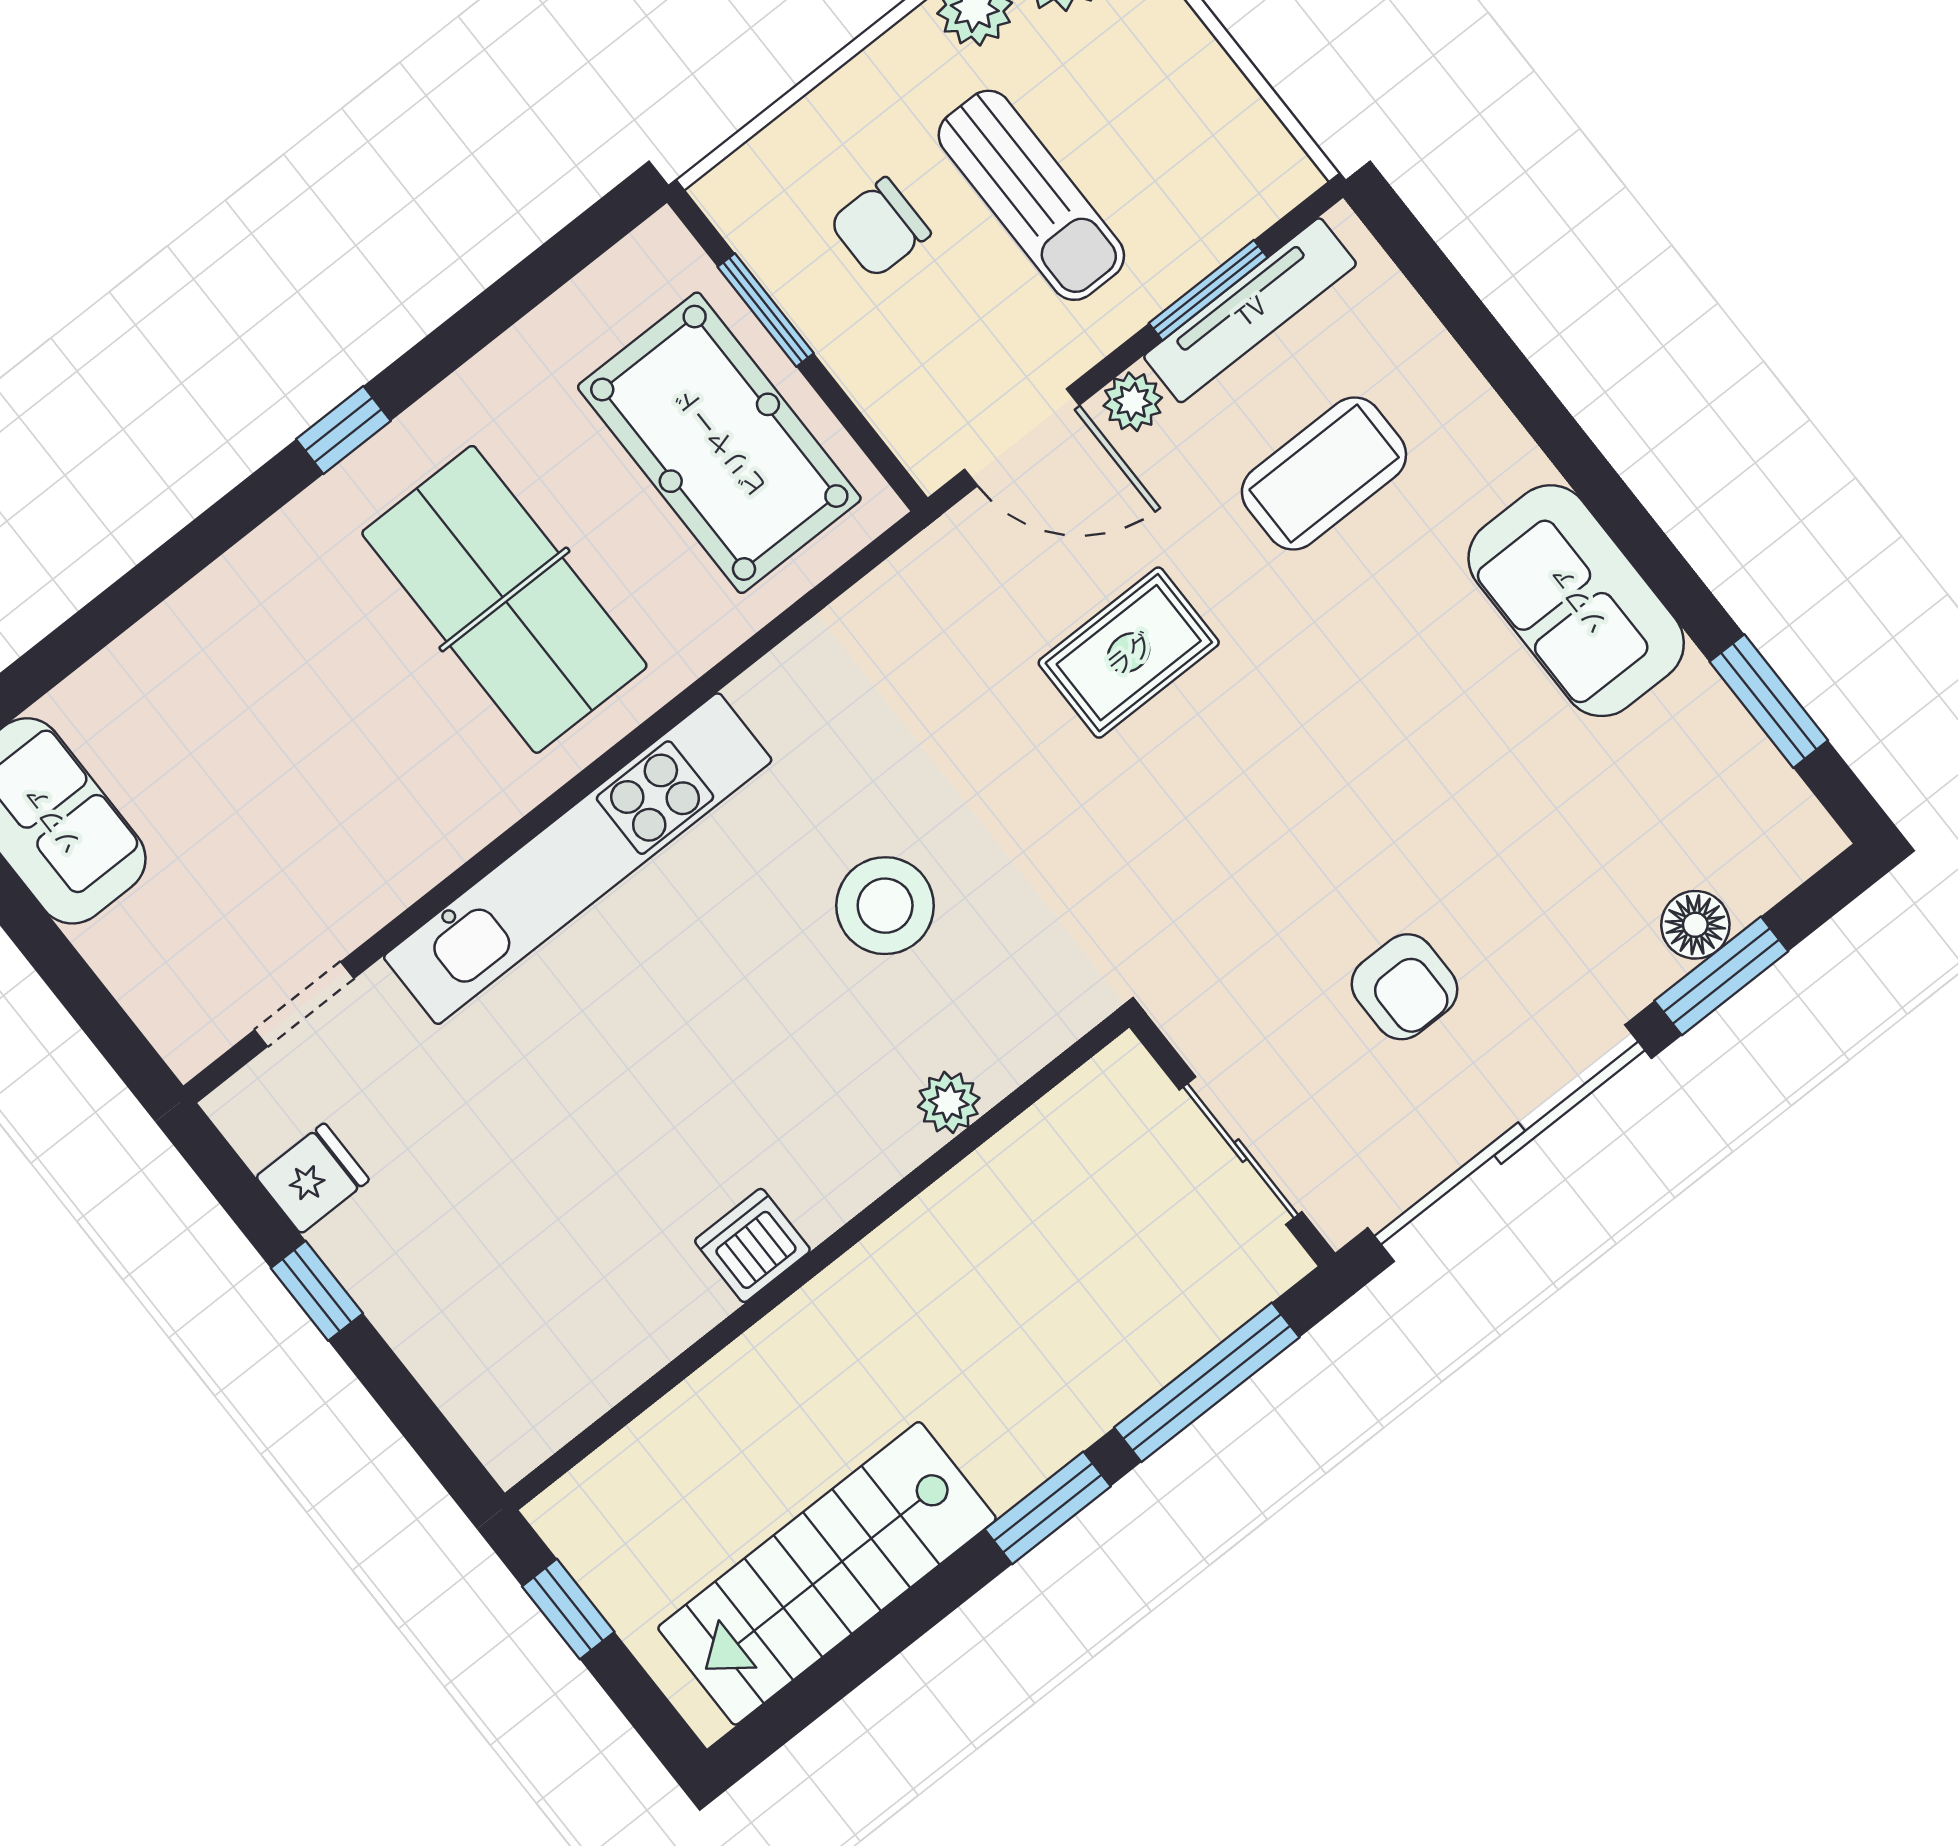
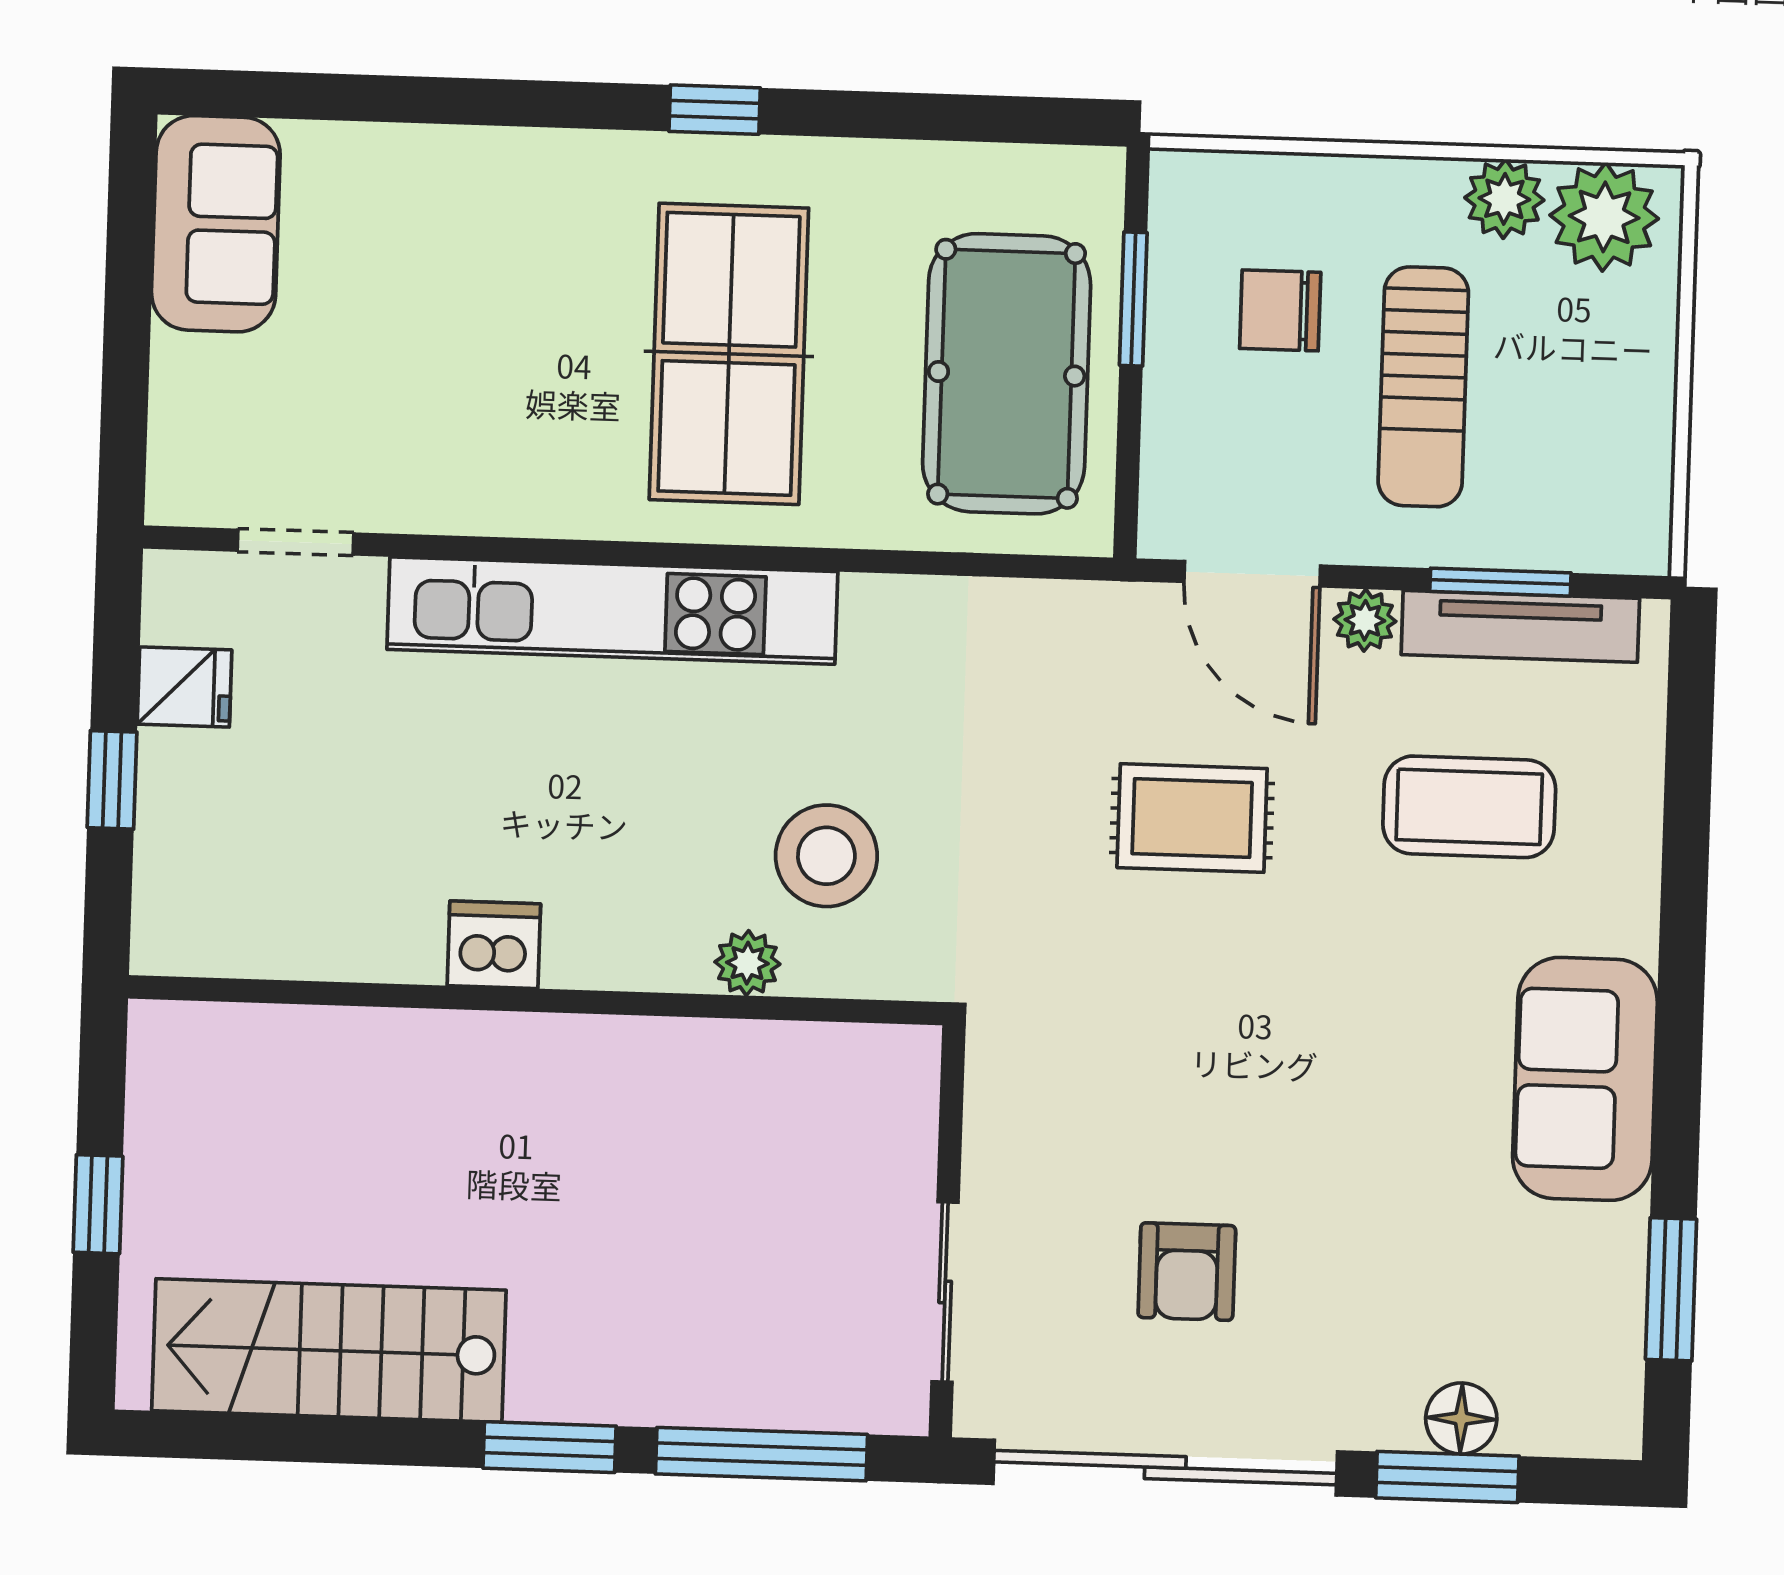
plant: (949, 1102) -> (747, 963), moved
dishwasher: (752, 1245) -> (494, 945), moved
wall: (817, 1260) -> (536, 1000), moved

